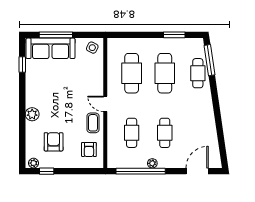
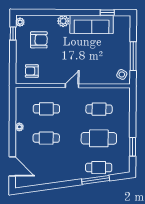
window: (56, 35) -> (133, 56), moved
sofa: (50, 48) -> (92, 24), moved, turned -90
window: (209, 60) -> (96, 180), moved
cafe table: (132, 73) -> (99, 109), width x0.73, depth x0.74
coffee table: (93, 123) -> (55, 75), removed
window: (141, 171) -> (13, 117), removed

